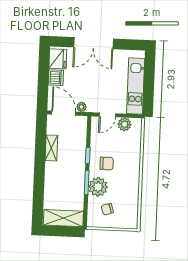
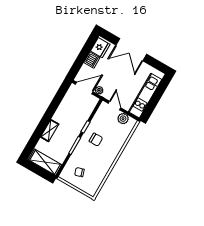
door: (64, 113) -> (84, 88), hinge flipped
door: (107, 115) -> (114, 106), swing flipped
shelving: (51, 148) -> (50, 131), moved
plant: (98, 187) -> (81, 153), removed

